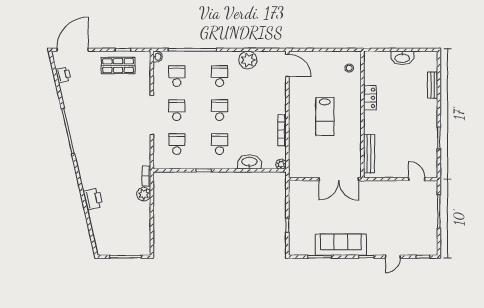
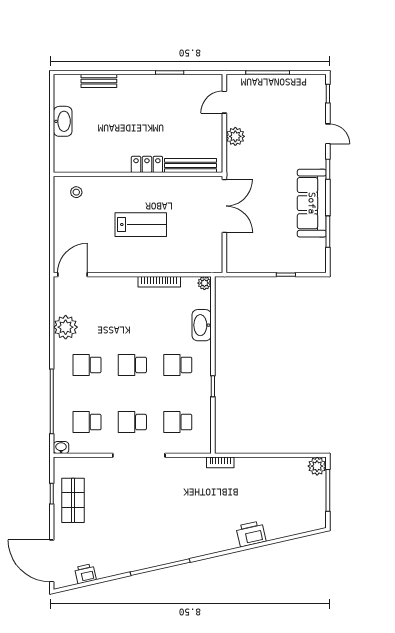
locker: (370, 98) -> (147, 164), moved
plant: (391, 187) -> (235, 136), added
plant: (144, 194) -> (317, 466), moved

